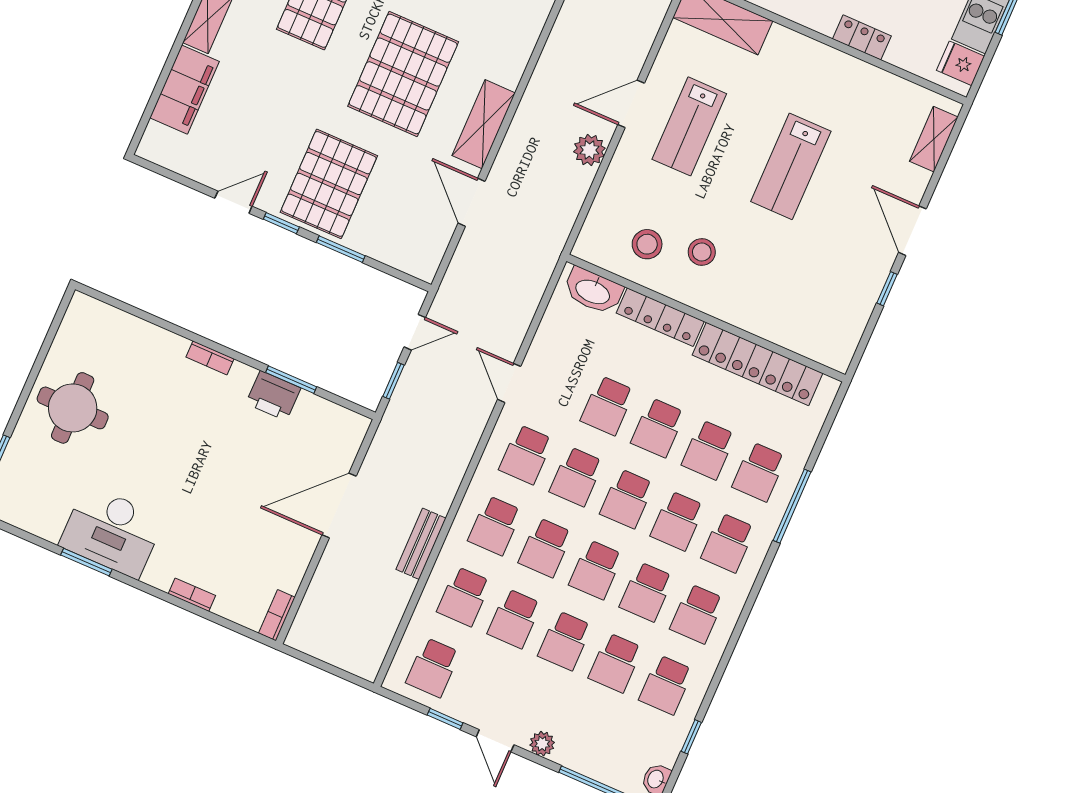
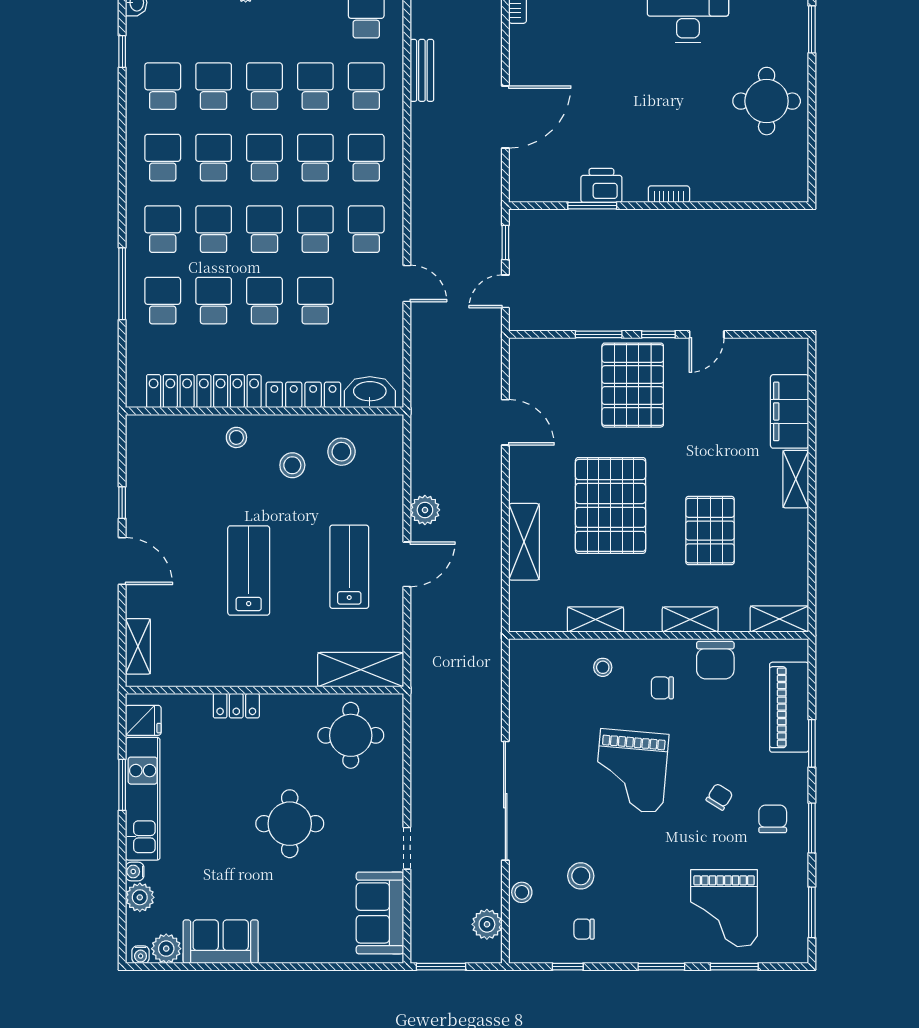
shelving: (484, 124) -> (524, 542), moved
stool: (745, 304) -> (236, 437), added
bench: (421, 544) -> (422, 70), moved

